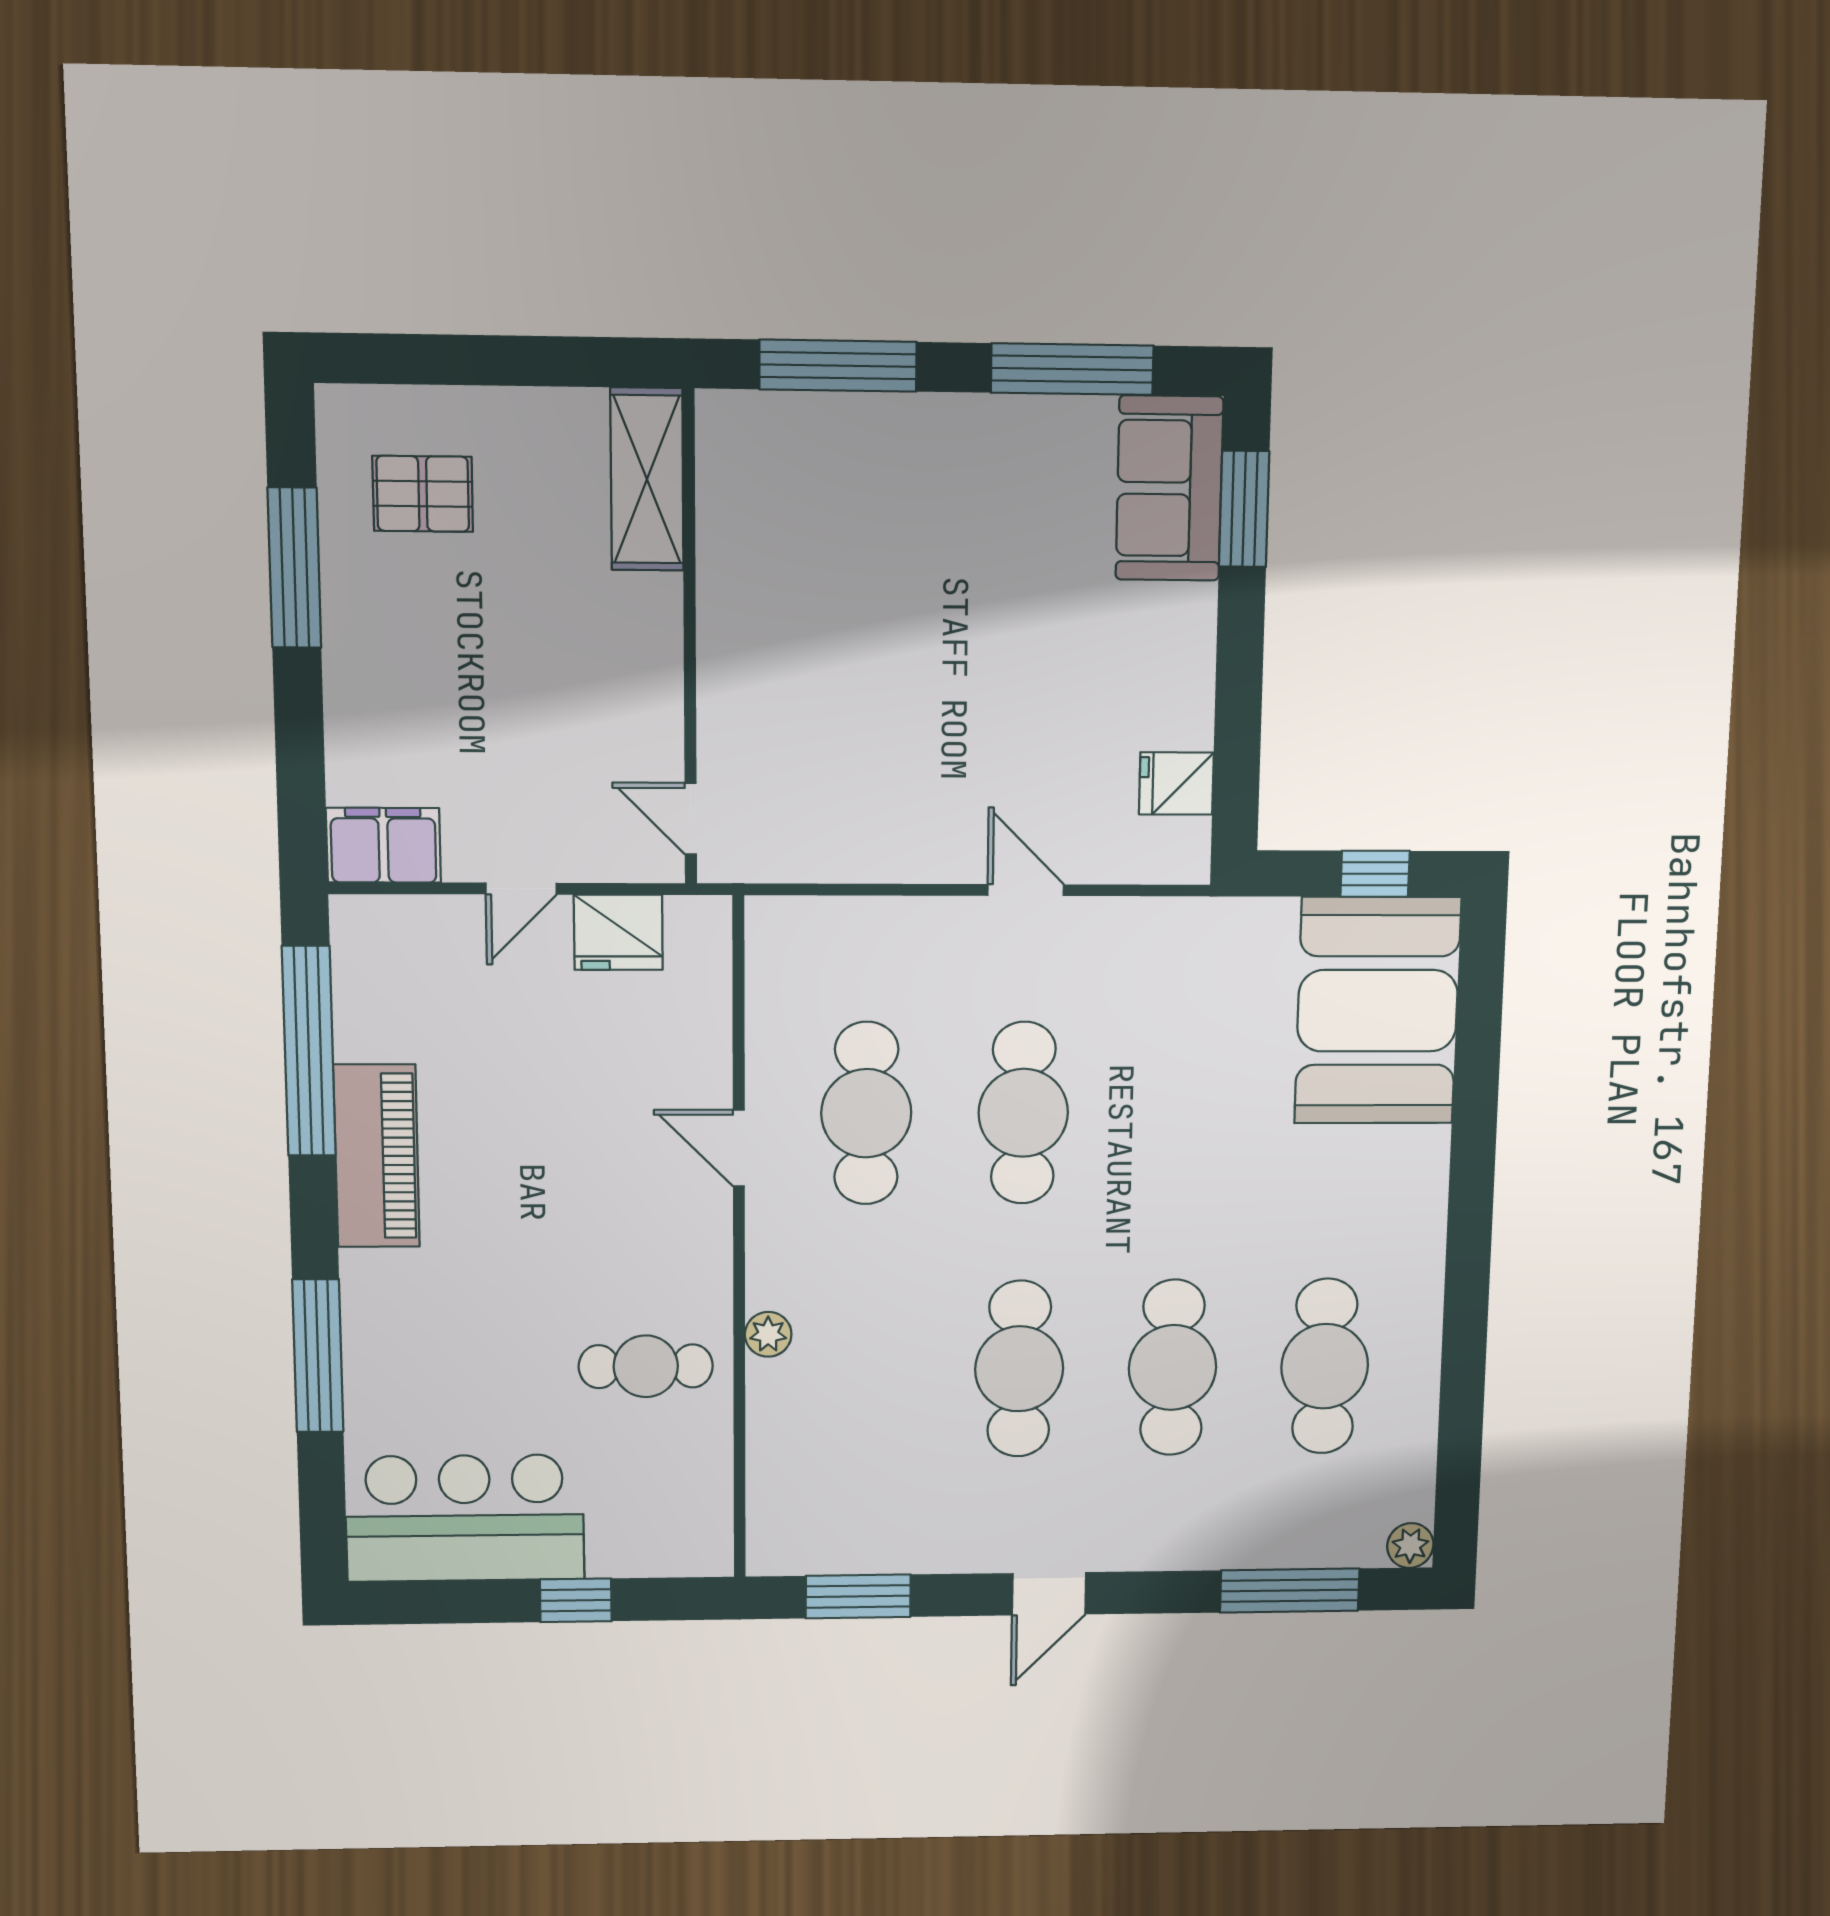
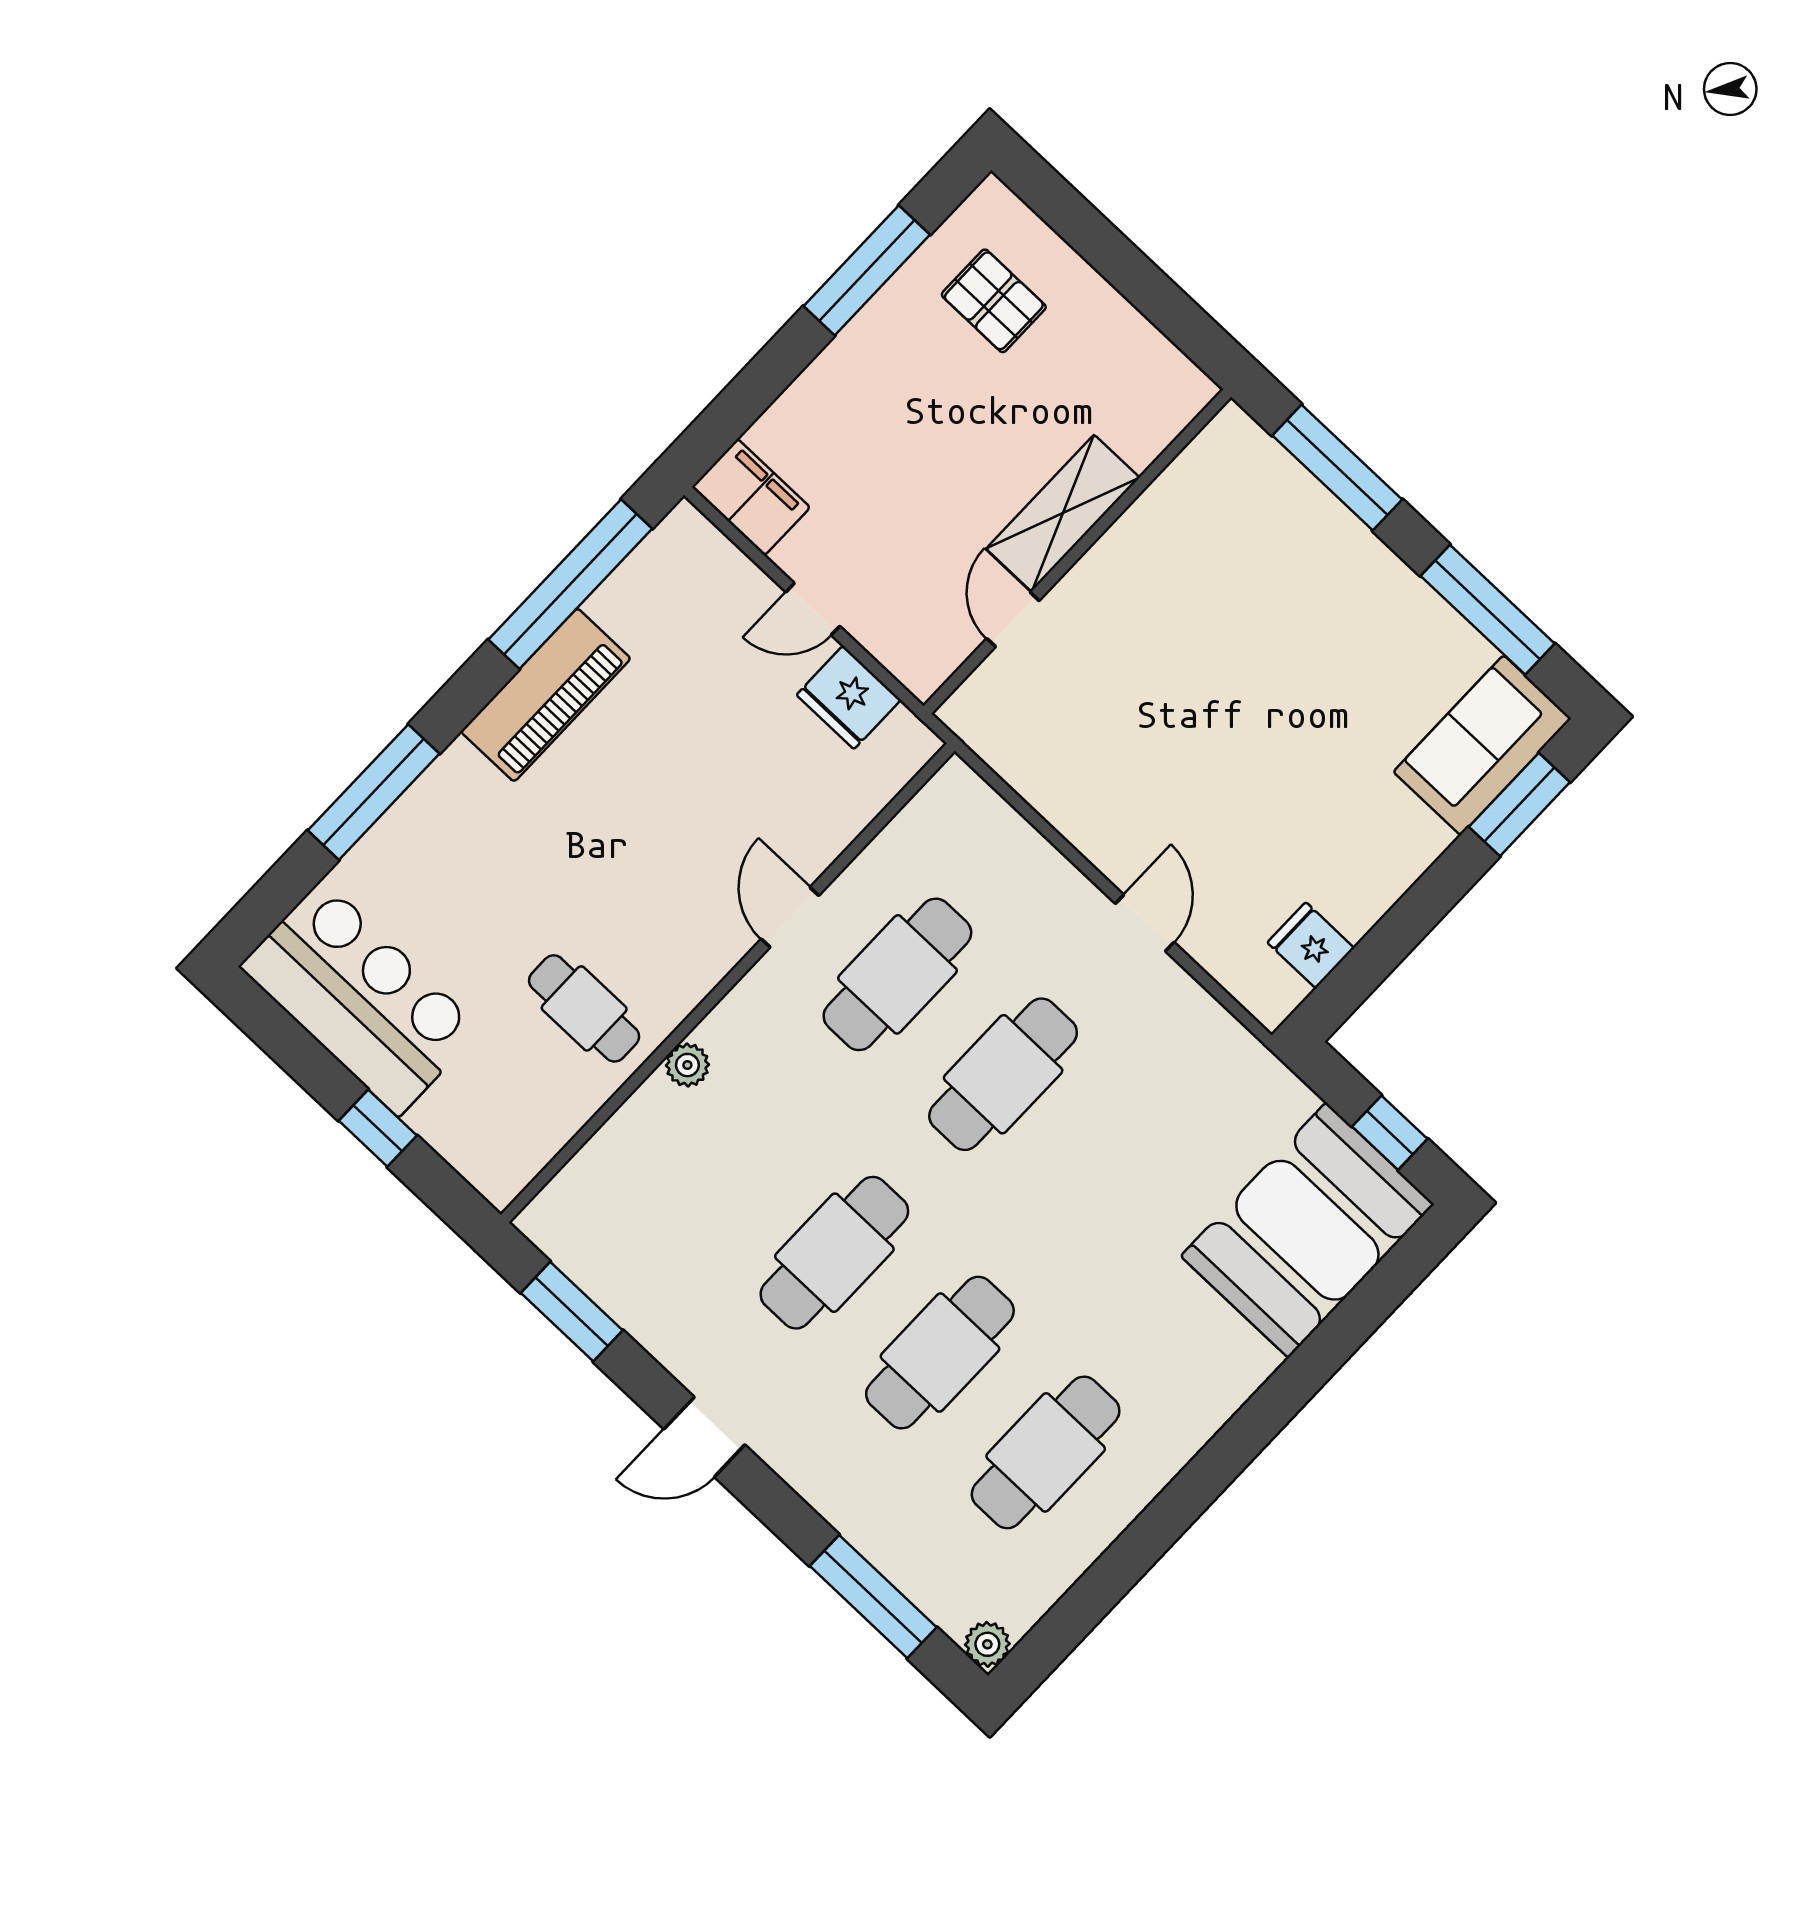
shelving: (647, 479) -> (1063, 513), moved
door: (691, 819) -> (1013, 620), moved

